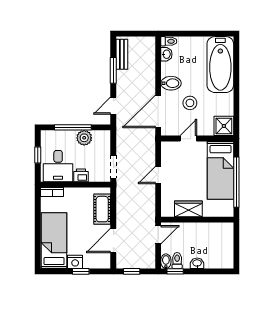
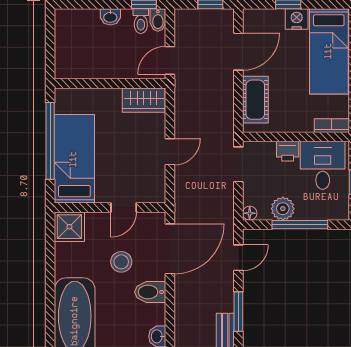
floor lamp: (106, 135) -> (250, 213), added
wardrobe: (188, 209) -> (144, 100), moved

